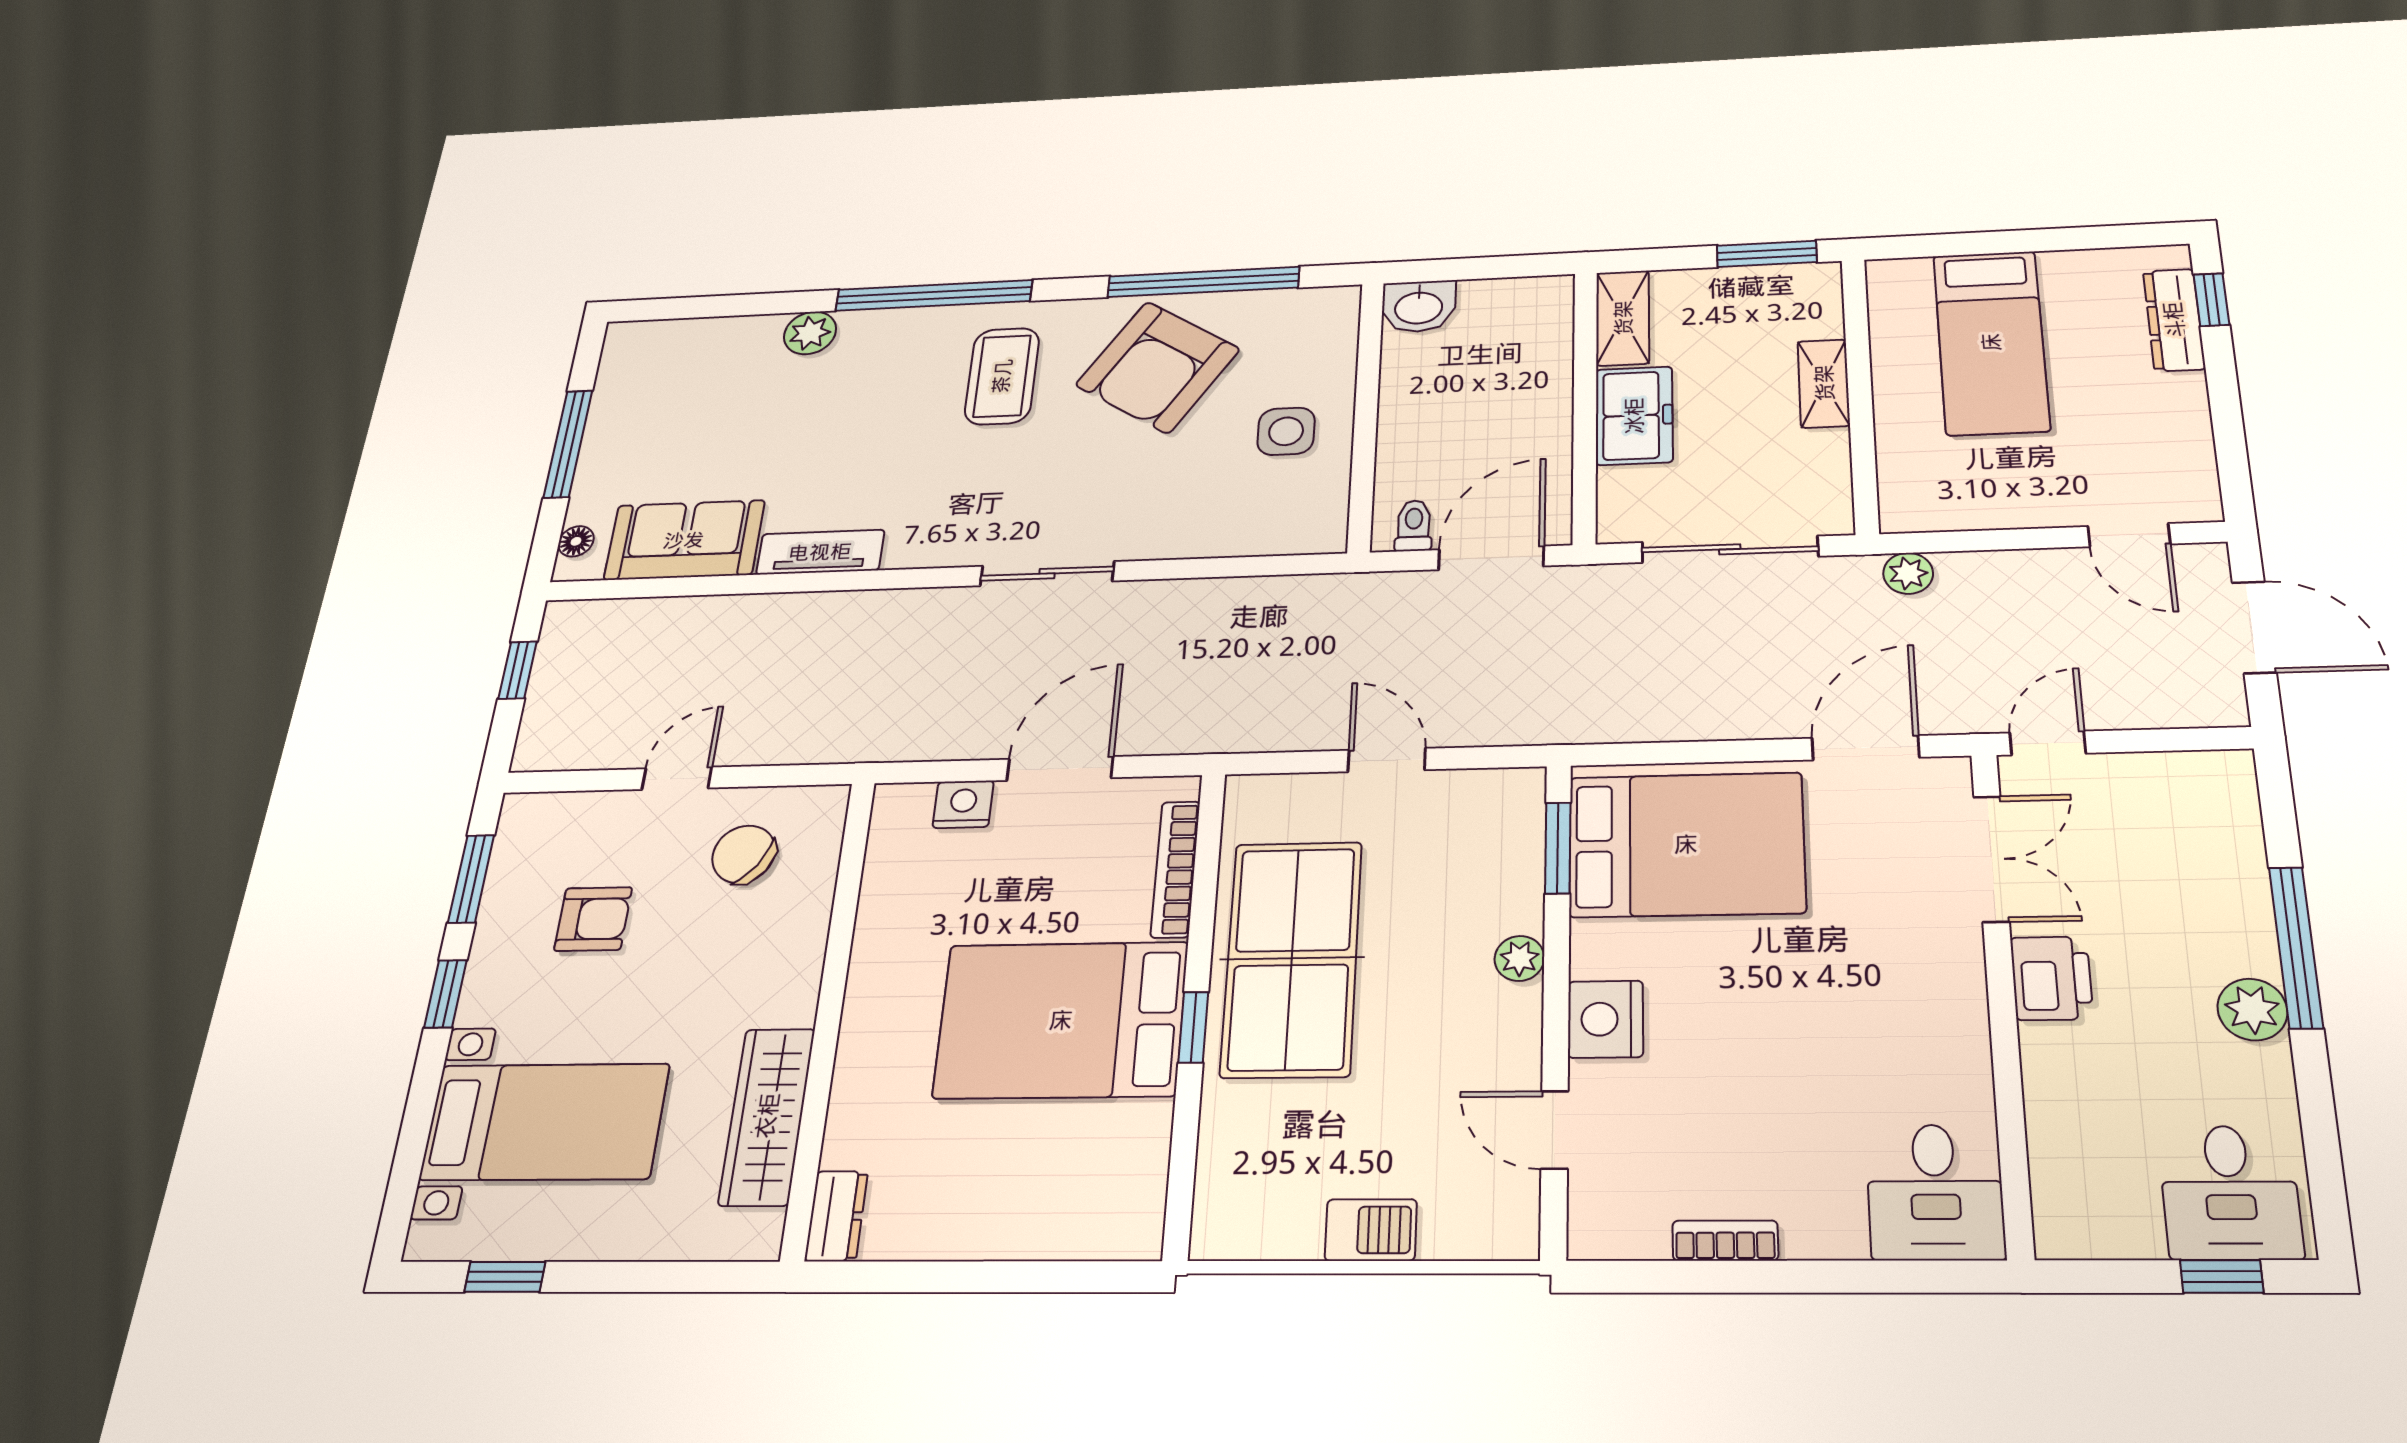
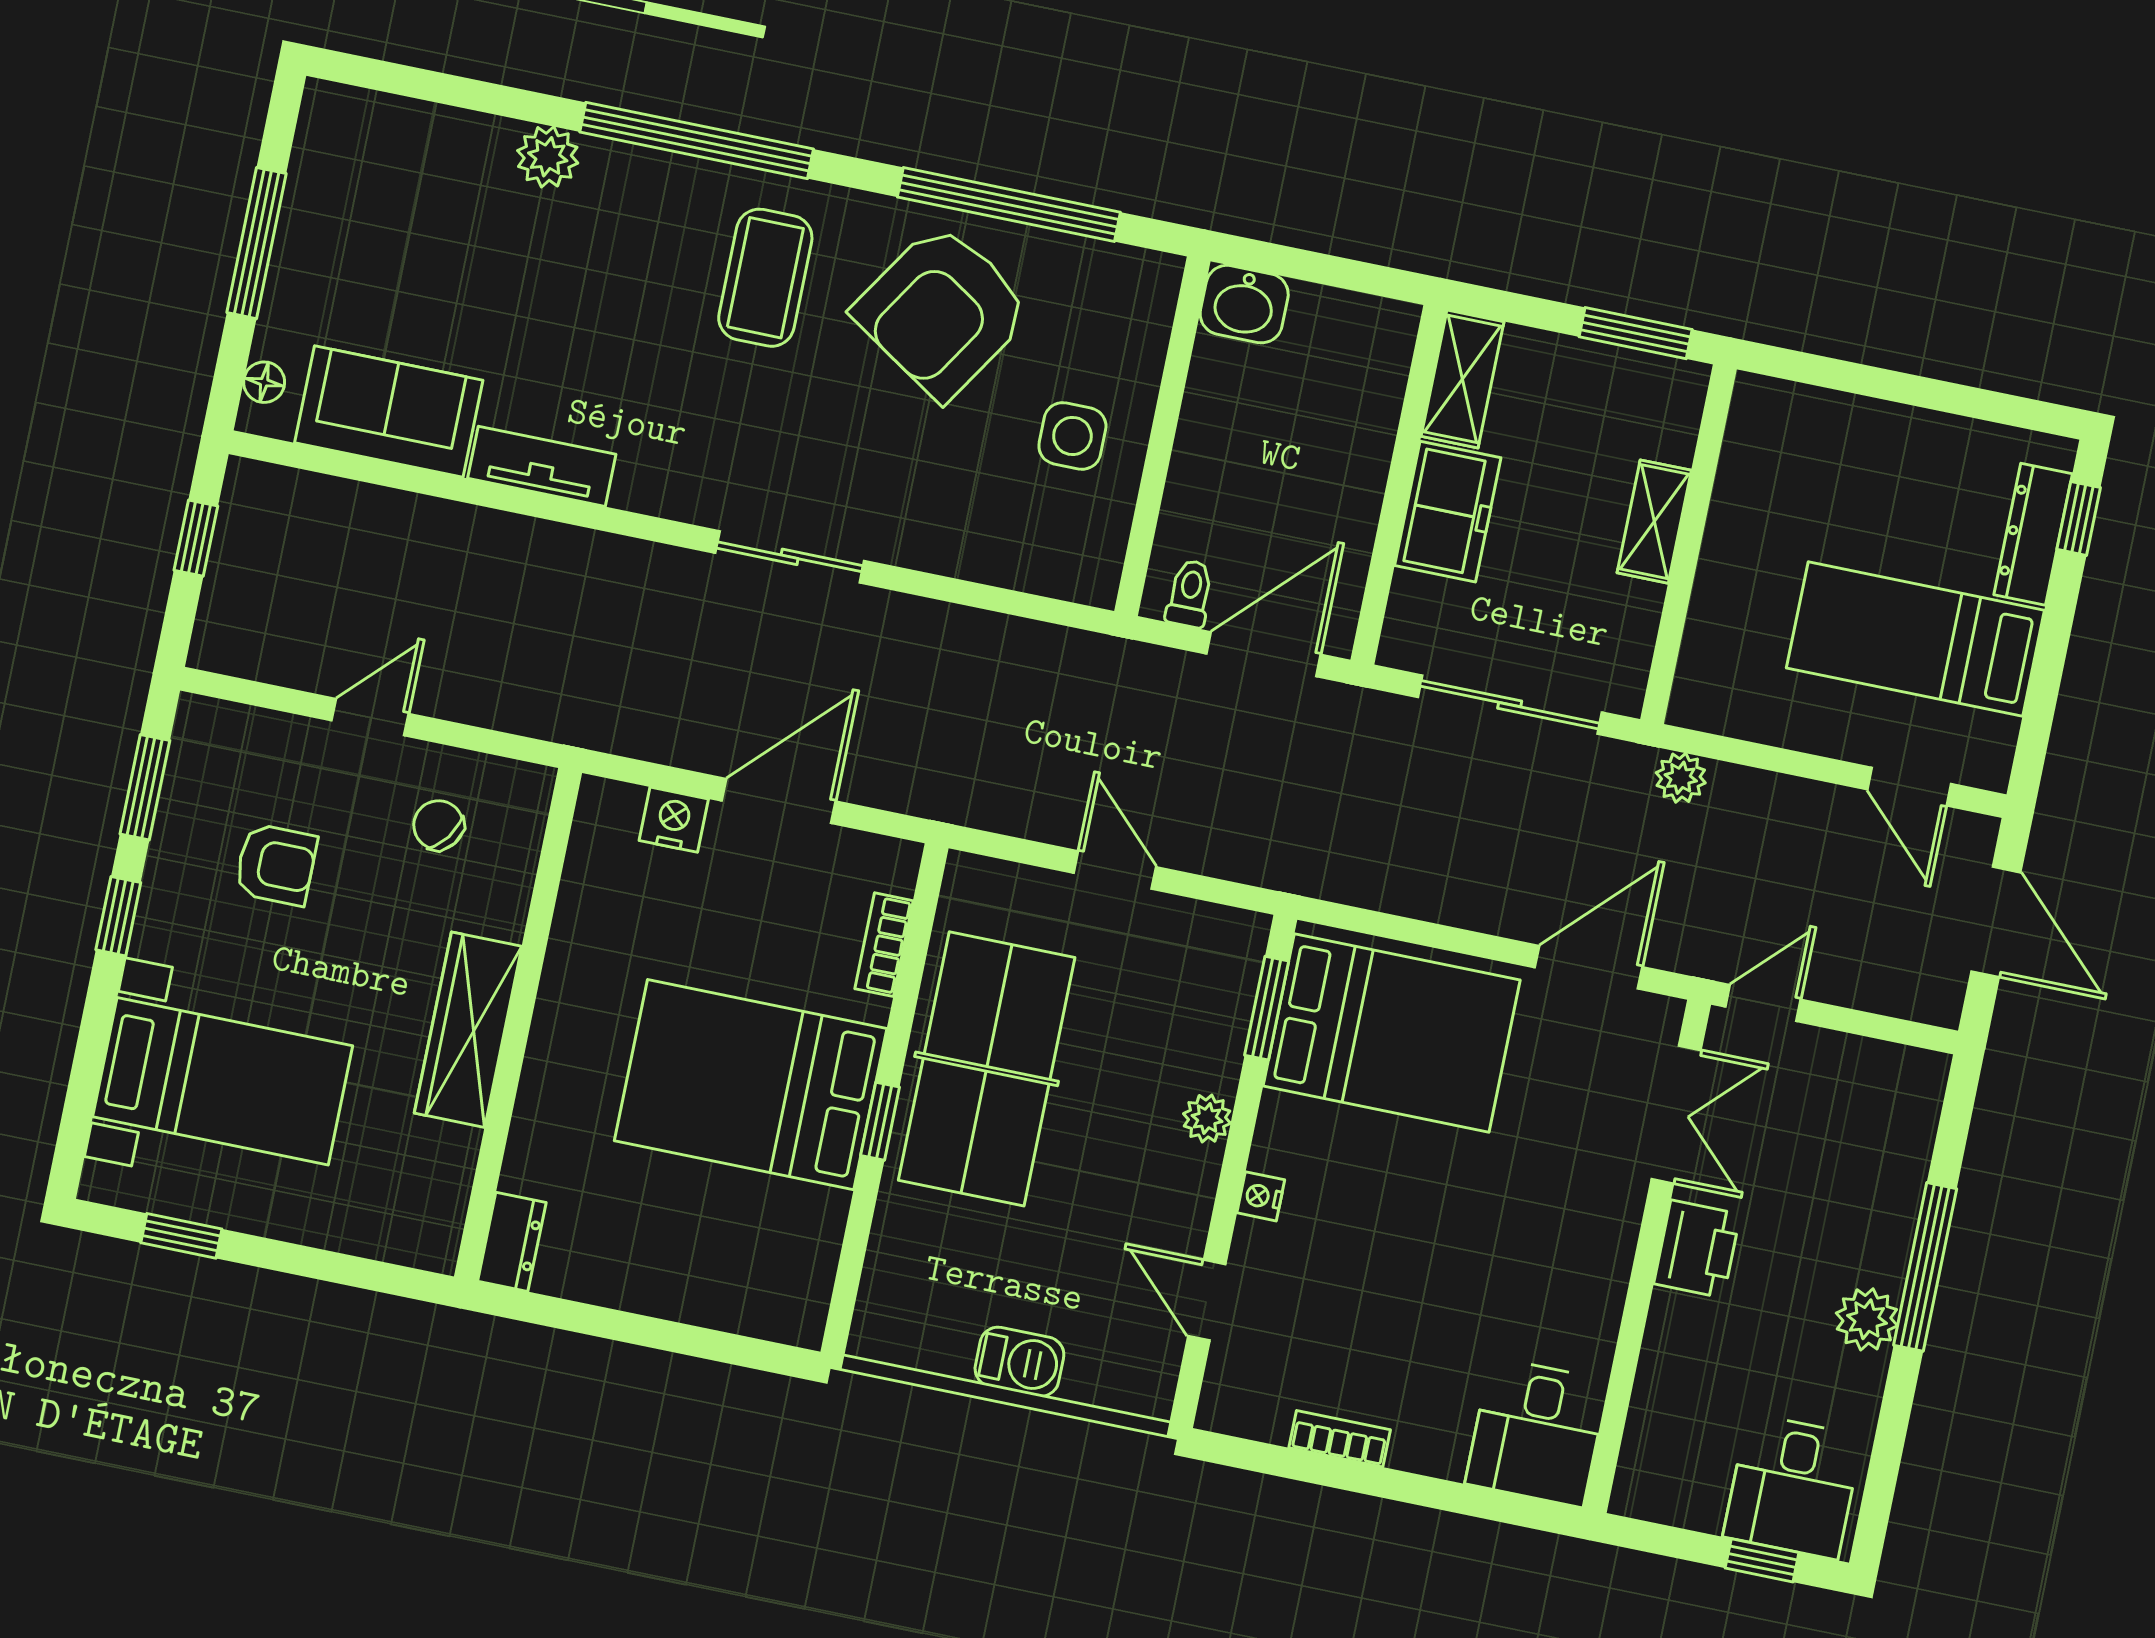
bed: (1991, 342) -> (1915, 639), moved, turned 90
chair: (744, 854) -> (438, 825), width x0.73, depth x0.73
bookcase: (1175, 869) -> (884, 945), width x0.64
nightstand: (1606, 1019) -> (1261, 1196), width x0.53, depth x0.56
wardrobe: (767, 1116) -> (468, 1030), moved

